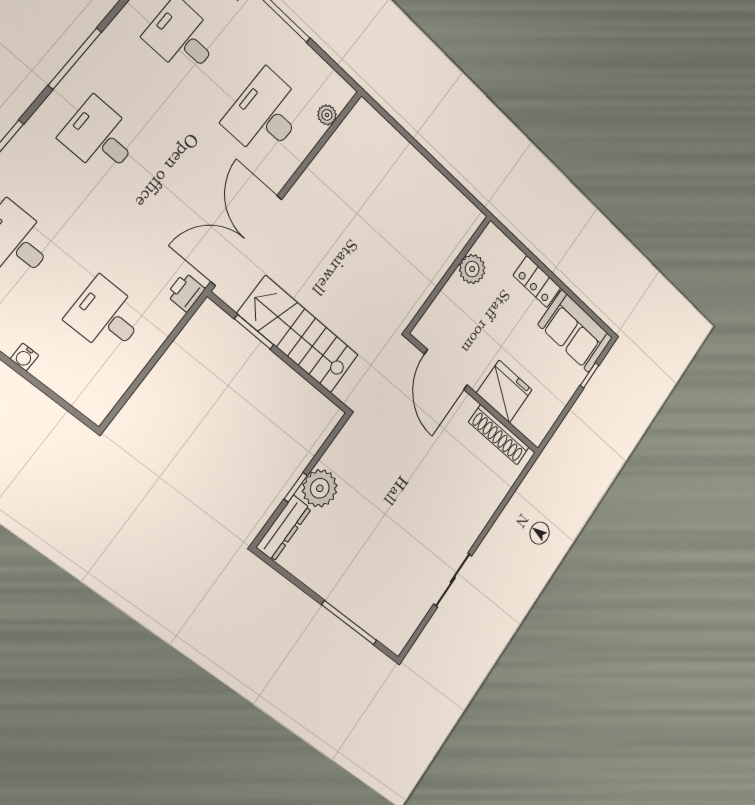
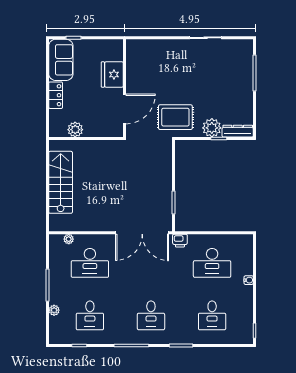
desk: (106, 316) -> (212, 263), width x1.37
stairs: (298, 334) -> (61, 182), moved, turned 180
shoe rack: (499, 435) -> (132, 63), removed
rug: (378, 441) -> (175, 117), added

